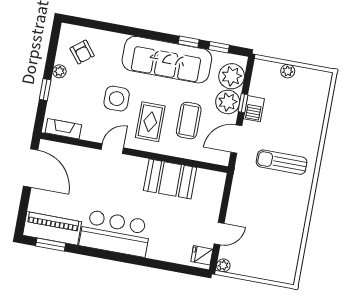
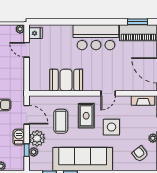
plant: (232, 76) -> (34, 152), width x0.53, depth x0.53
window: (243, 103) -> (27, 150), moved
door: (236, 139) -> (27, 115), hinge flipped
door: (219, 234) -> (27, 50), hinge flipped

